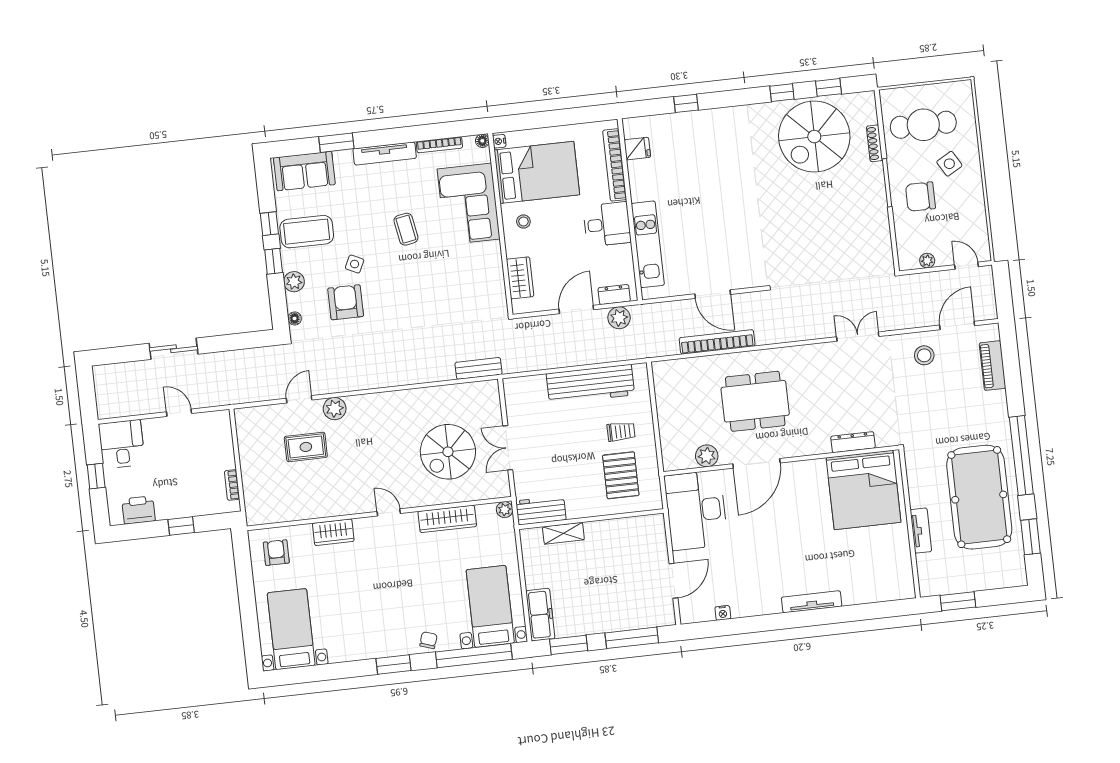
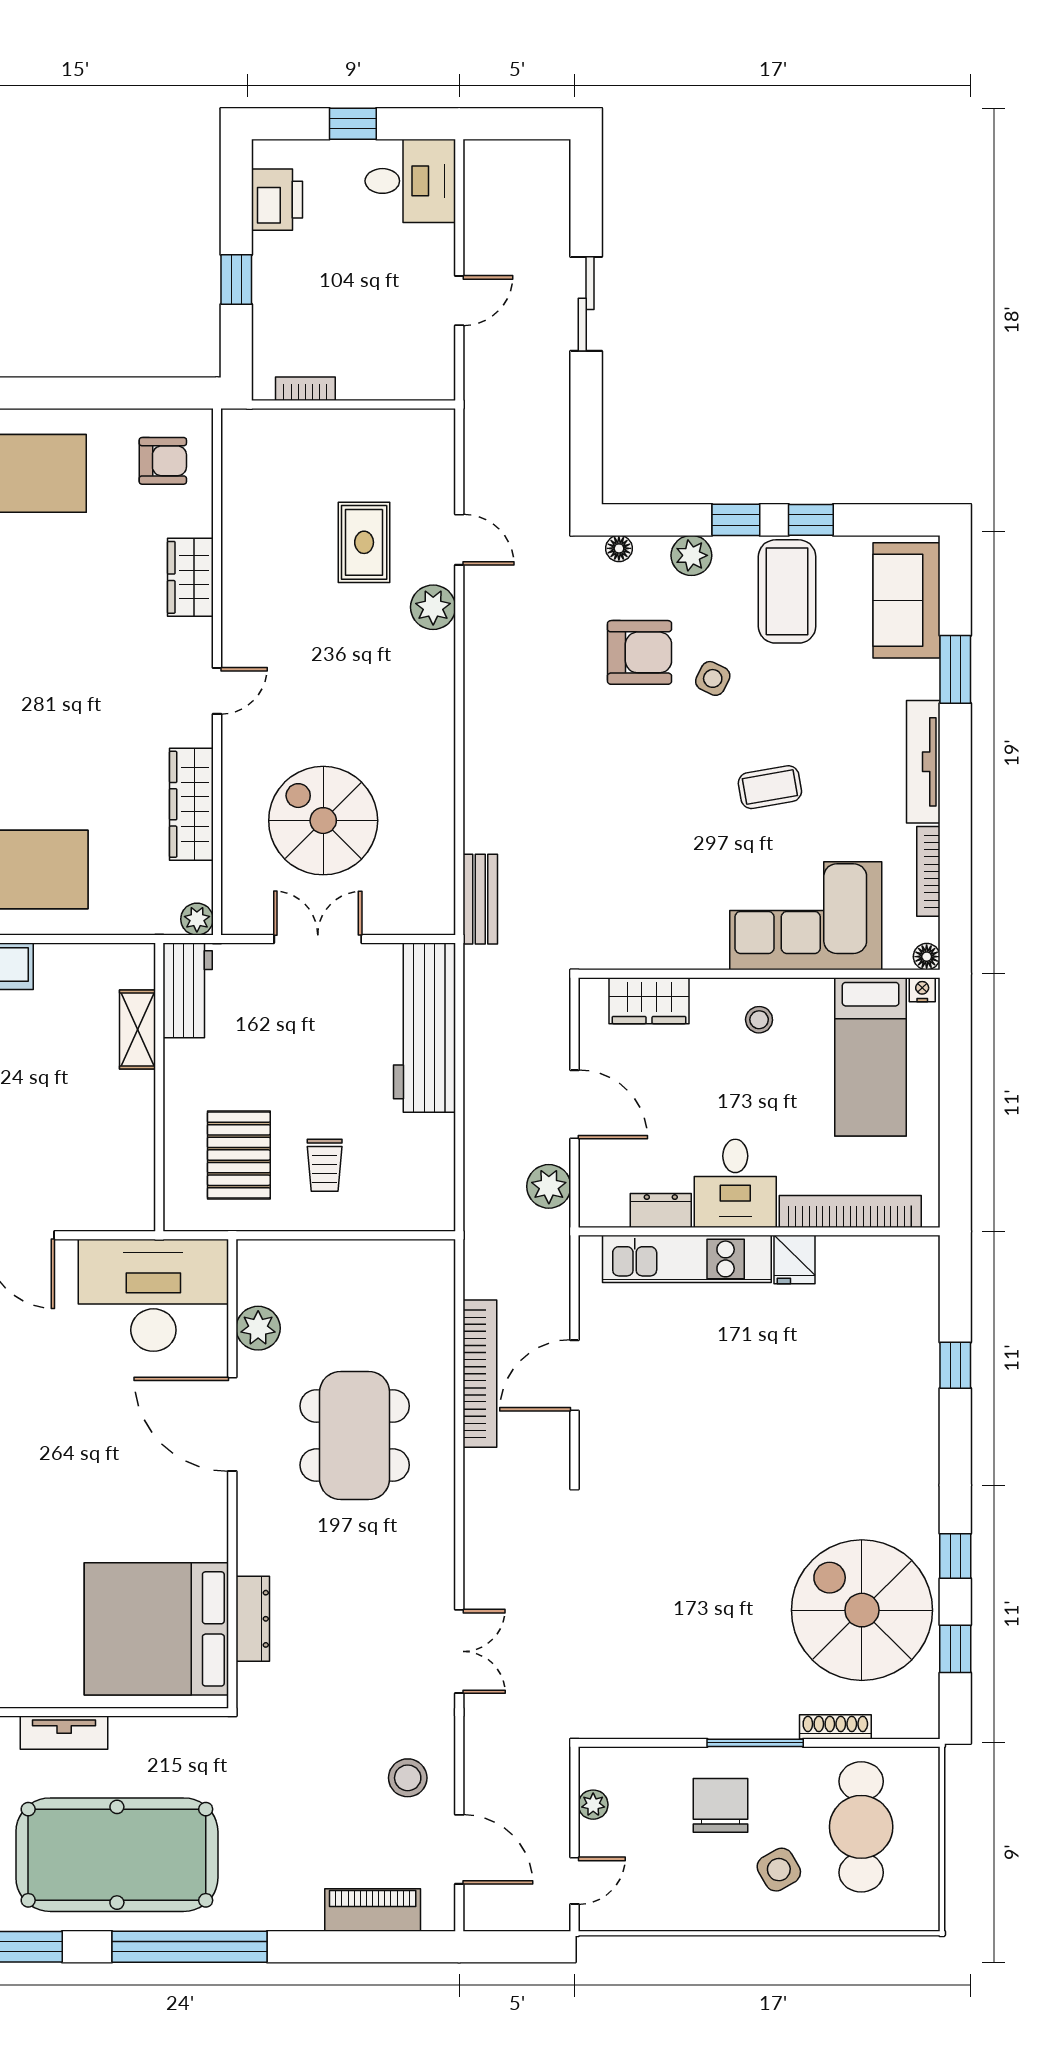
fridge: (637, 149) -> (794, 1260), moved
bed: (537, 172) -> (871, 1057), width x0.67
dresser: (614, 295) -> (661, 1210), moved, turned -90
workbench: (590, 384) -> (424, 1028), moved
pallet: (621, 475) -> (239, 1155), turned 90

